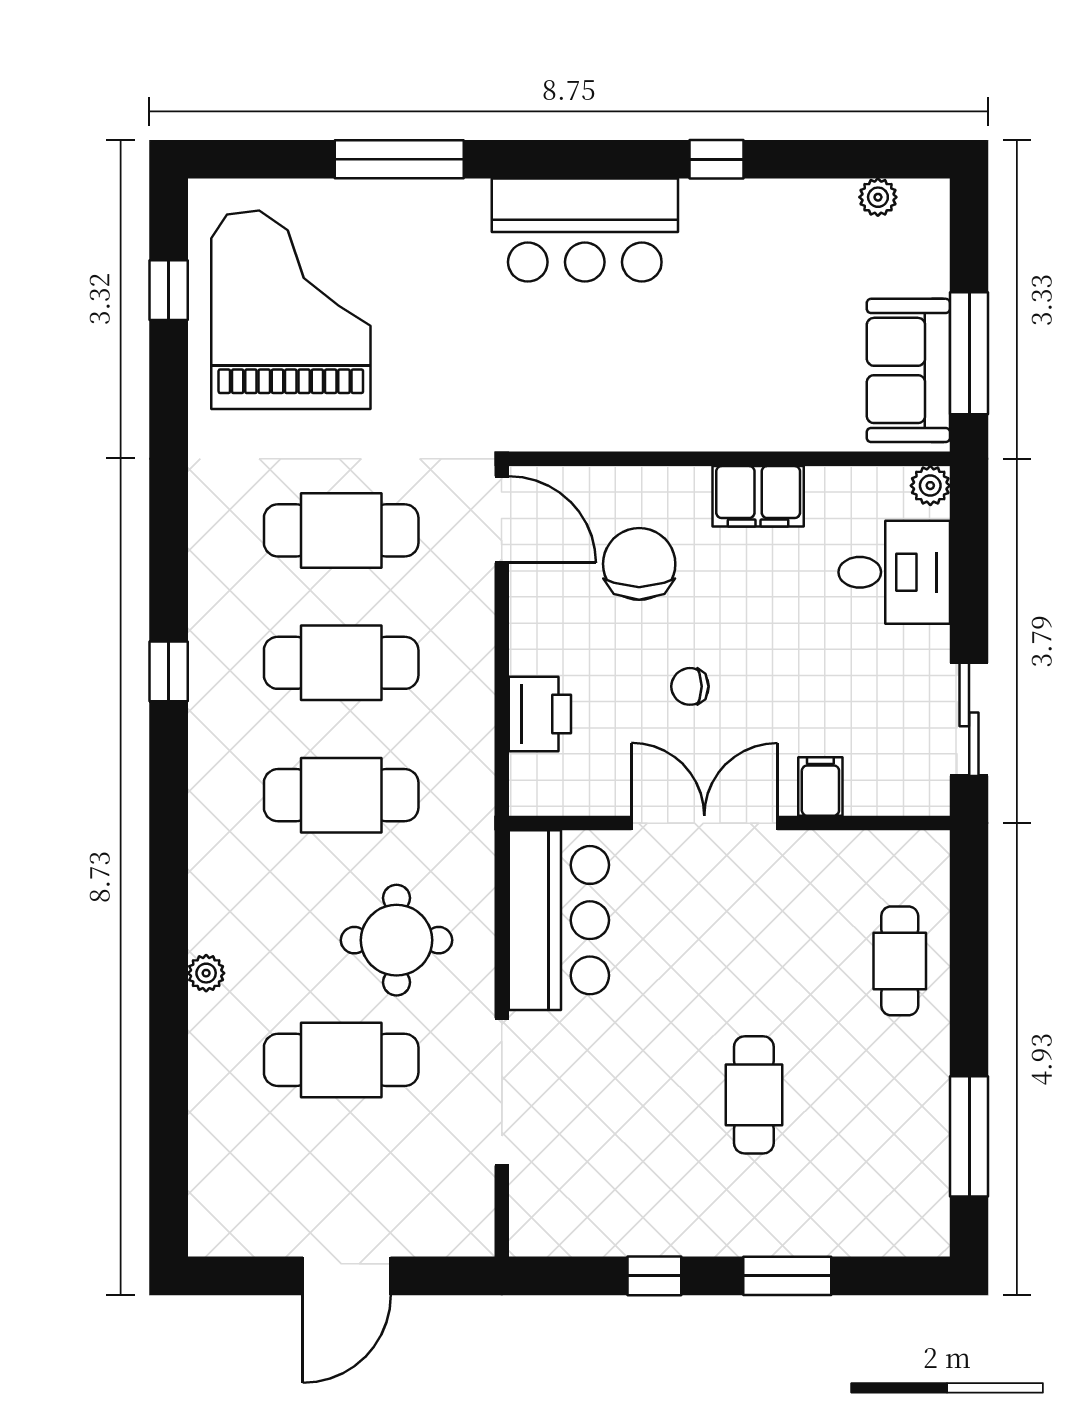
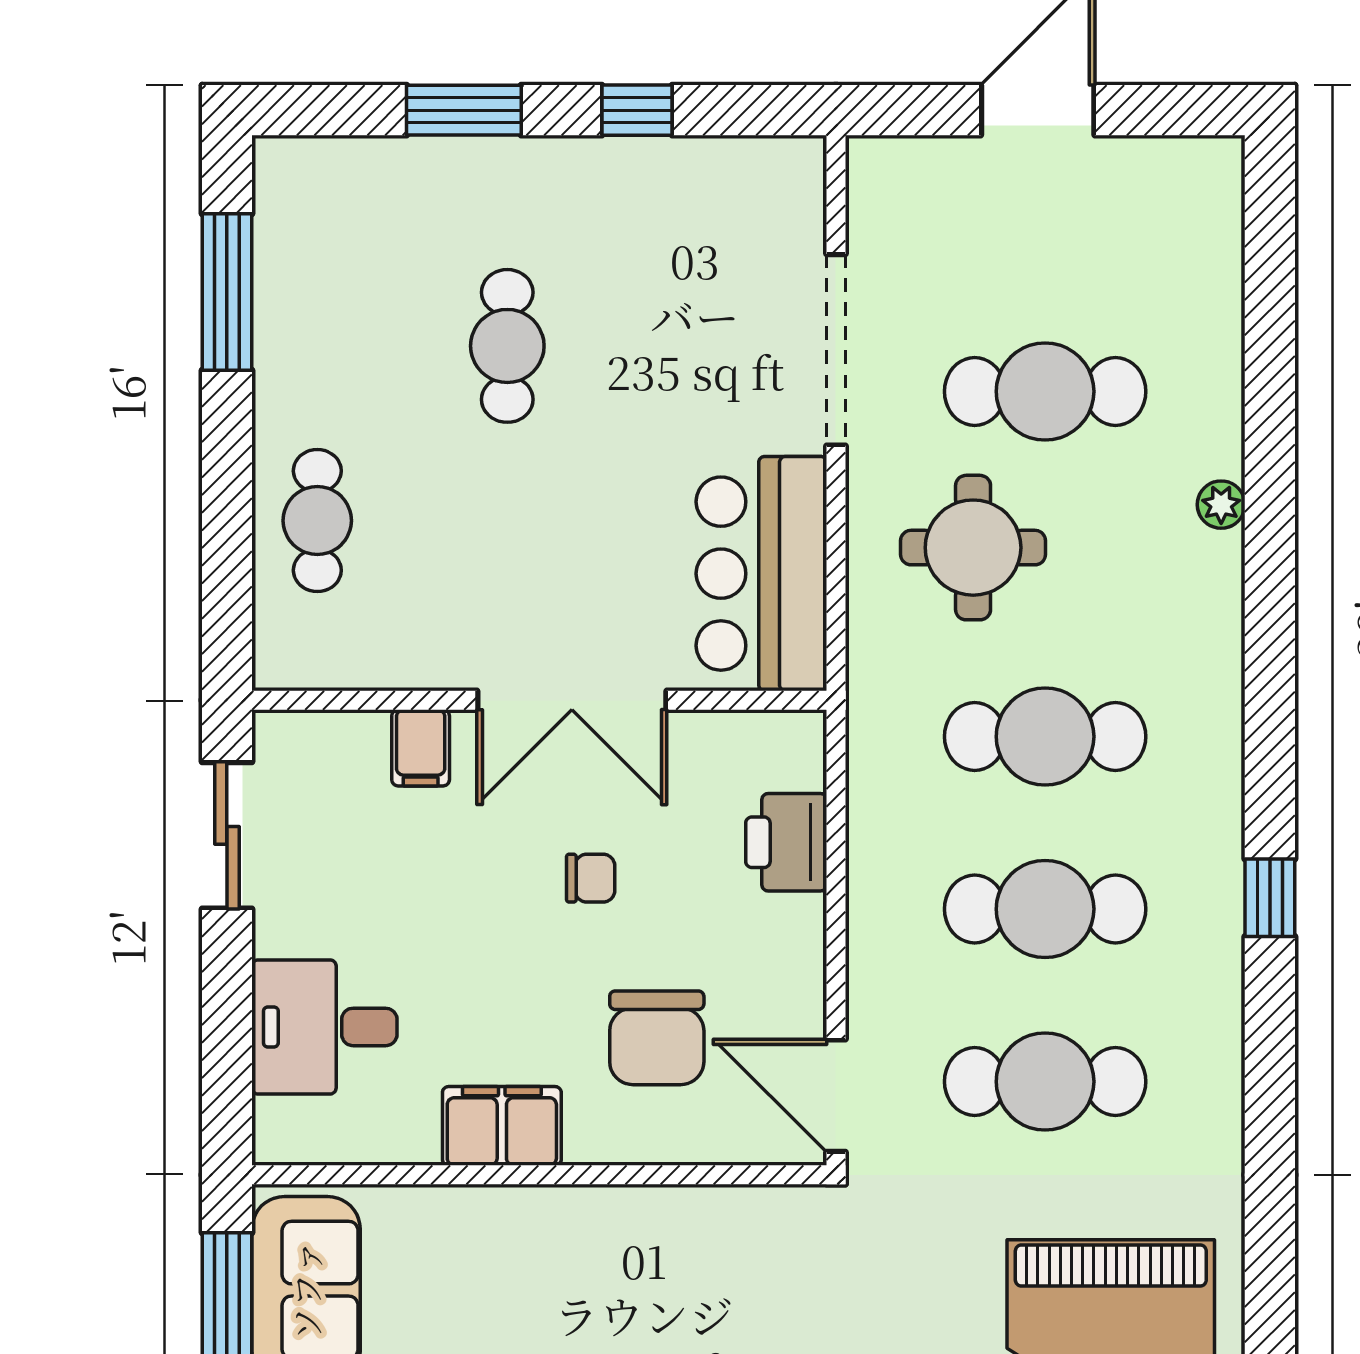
plant: (930, 486) -> (277, 1140), removed

